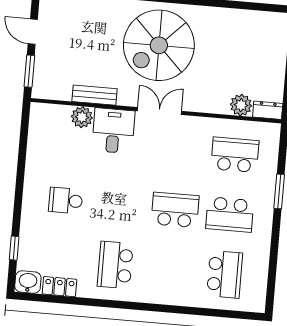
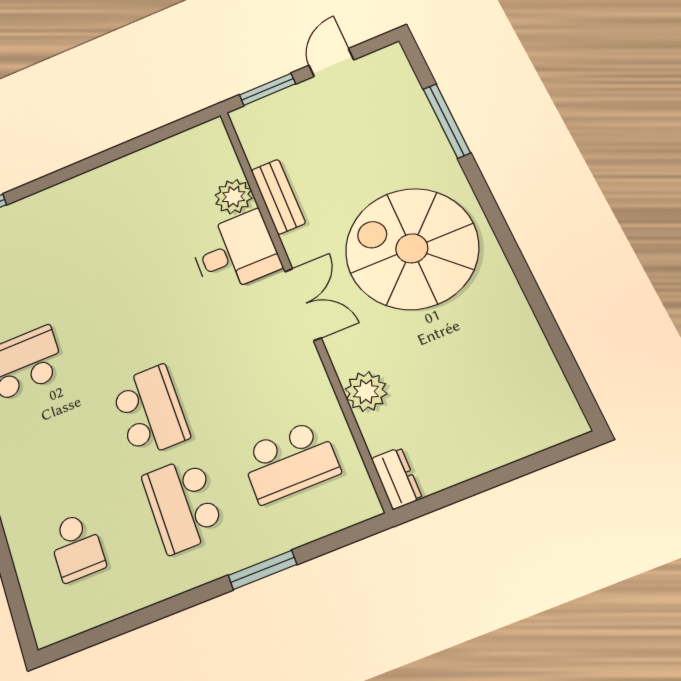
plant: (241, 105) -> (366, 392), moved
school desk: (235, 155) -> (290, 462), turned 90
school desk: (66, 200) -> (91, 240), removed
school desk: (225, 274) -> (77, 547), width x0.54

